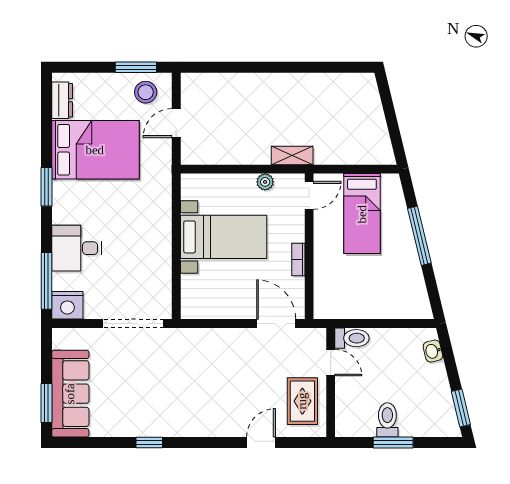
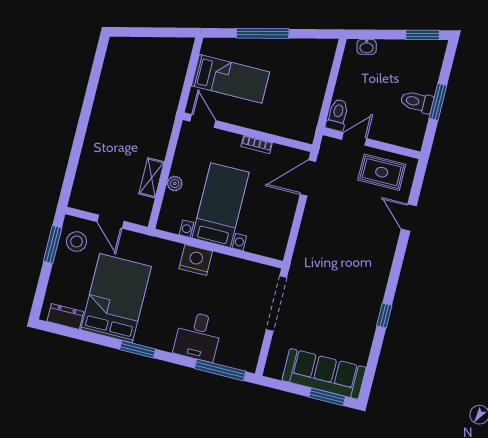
shelving: (292, 155) -> (152, 178), moved
plant: (265, 182) -> (175, 184), moved
nightstand: (67, 305) -> (196, 260), moved, turned -90

